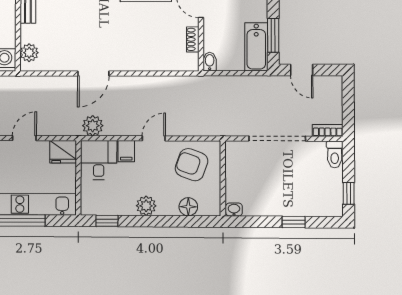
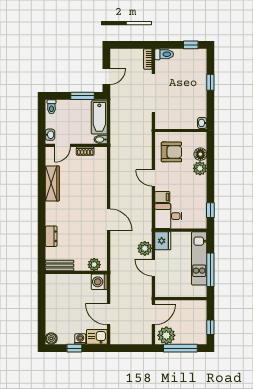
bathtub: (256, 47) -> (99, 117), moved, turned 90
plant: (93, 126) -> (145, 248), moved
armchair: (192, 165) -> (171, 152), turned -110
plant: (146, 206) -> (200, 168), moved

